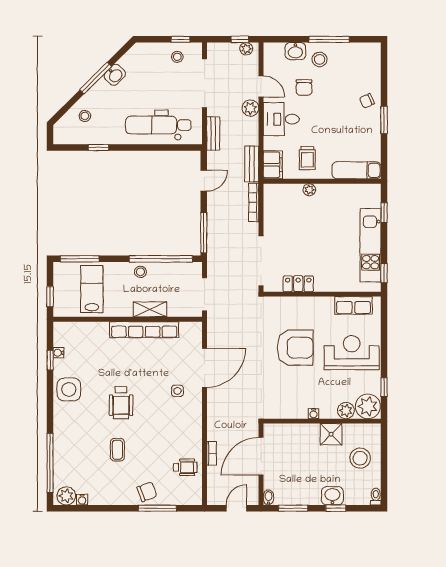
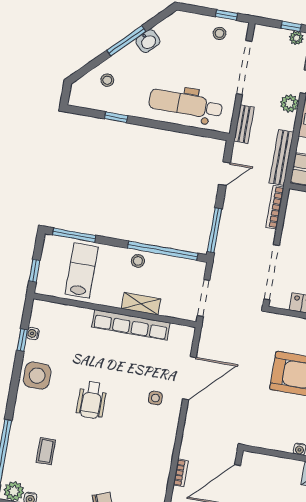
bench: (252, 164) -> (281, 157), width x1.36
coffee table: (117, 450) -> (46, 451), moved
wheelchair: (185, 467) -> (149, 483), removed

